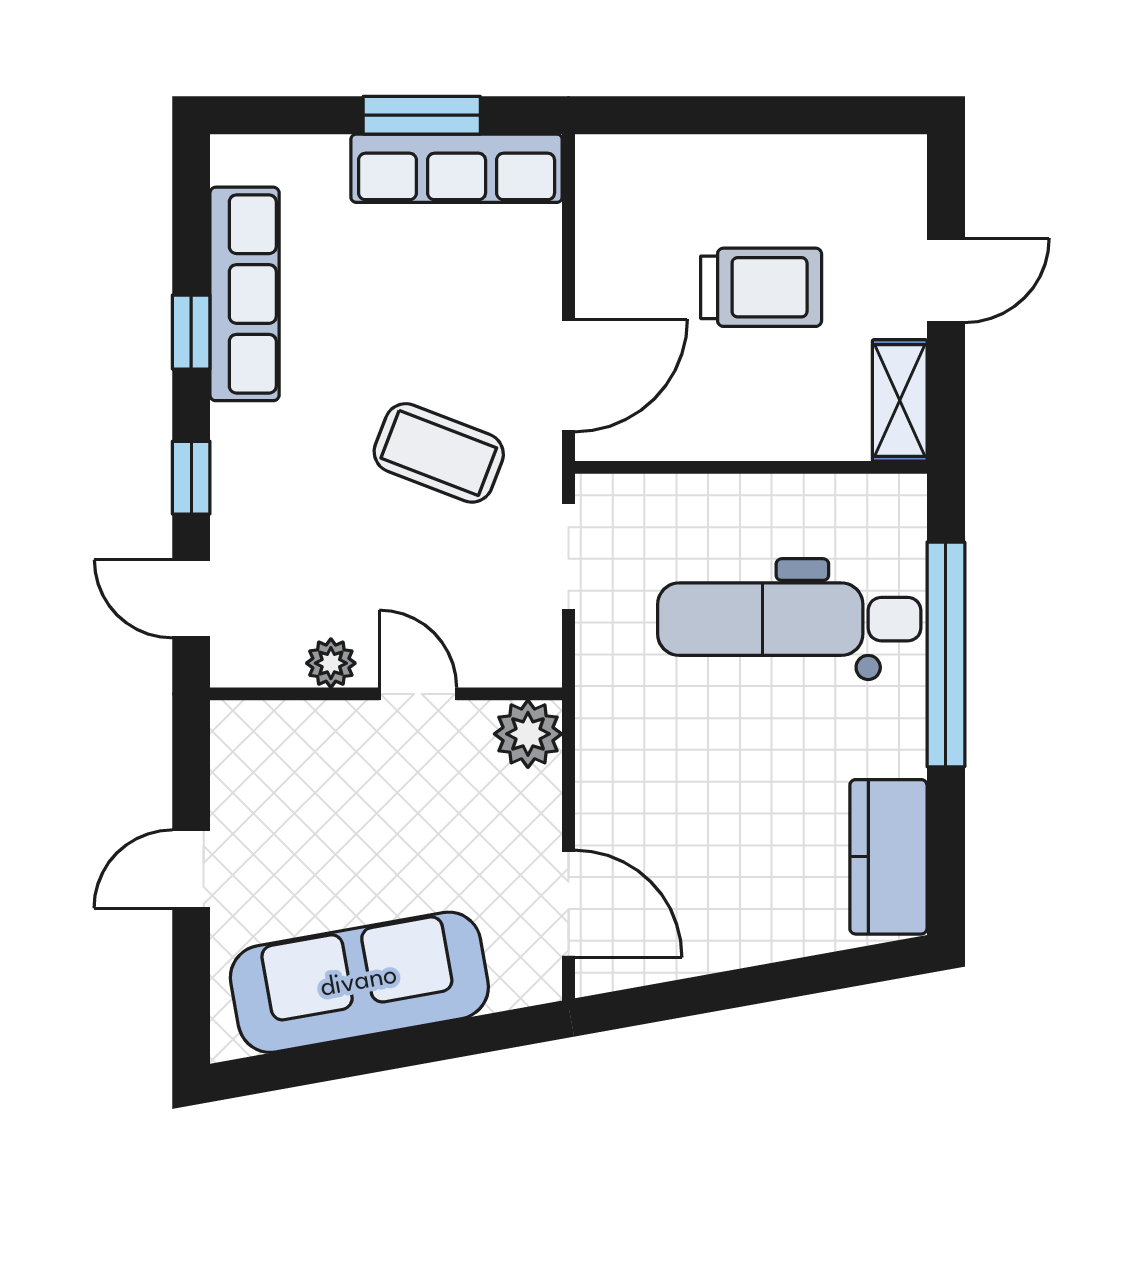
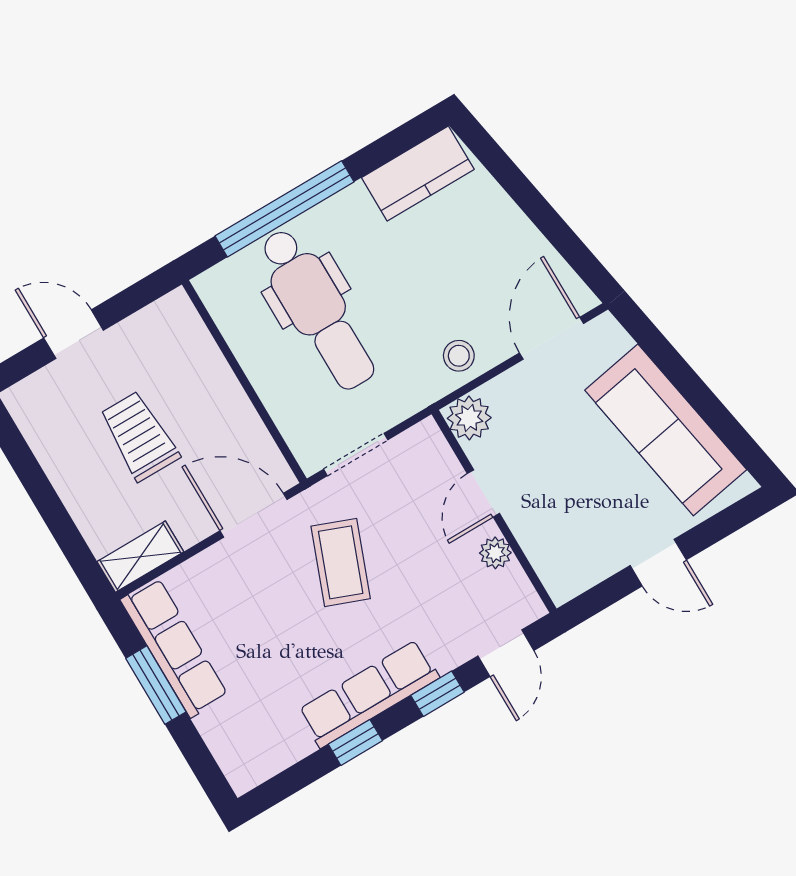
row of seats: (245, 294) -> (369, 694), moved
shelving: (900, 400) -> (140, 557), moved
stool: (618, 769) -> (459, 356), added

